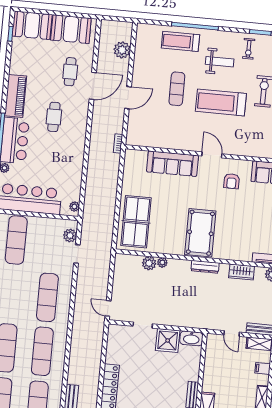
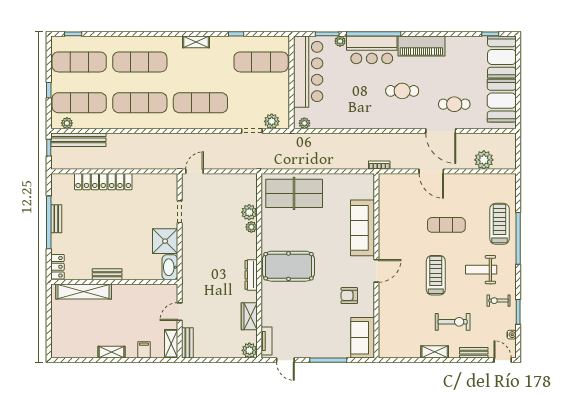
weight bench: (220, 62) -> (481, 270), turned 90
treadmill: (221, 102) -> (436, 275), width x0.73, depth x0.73

